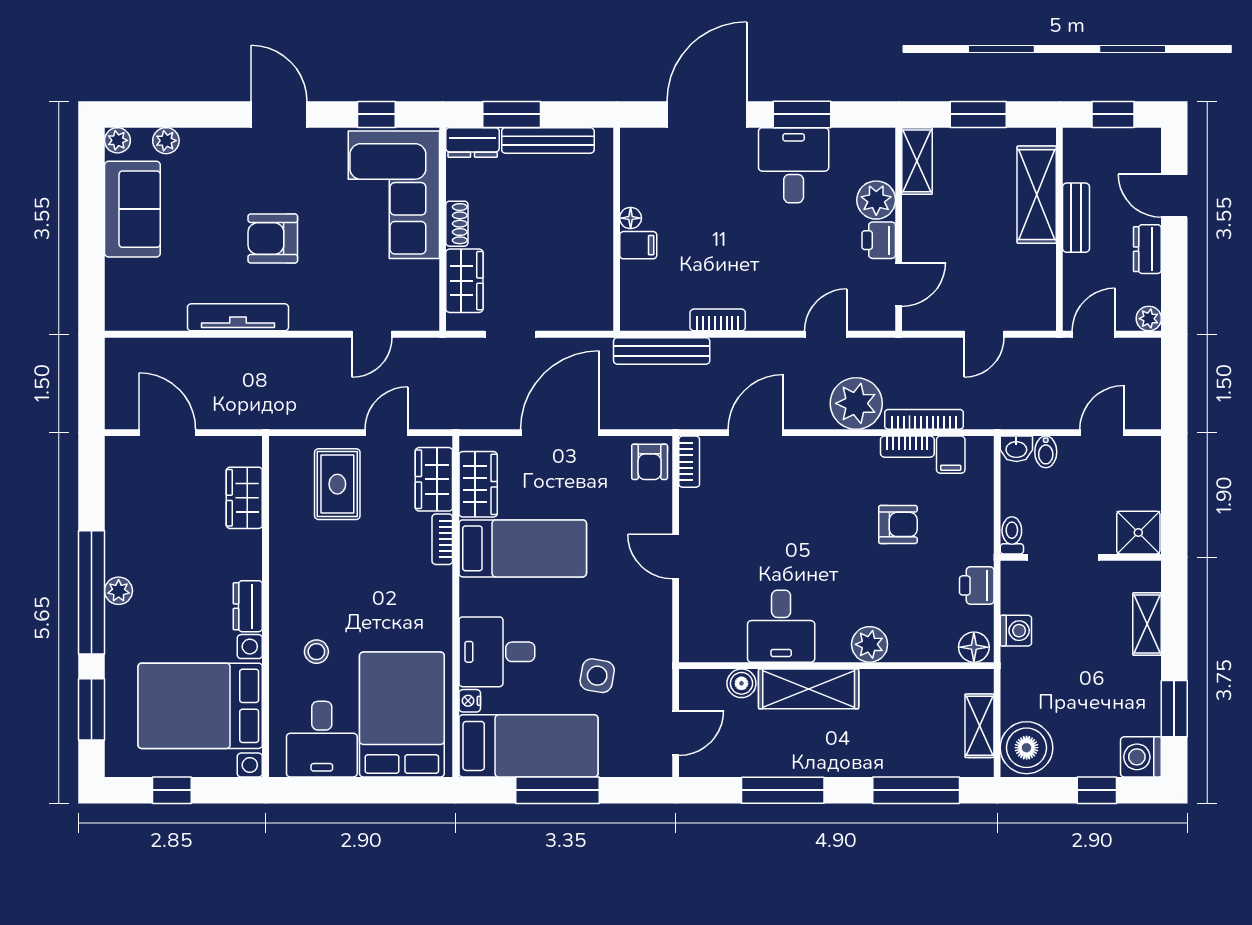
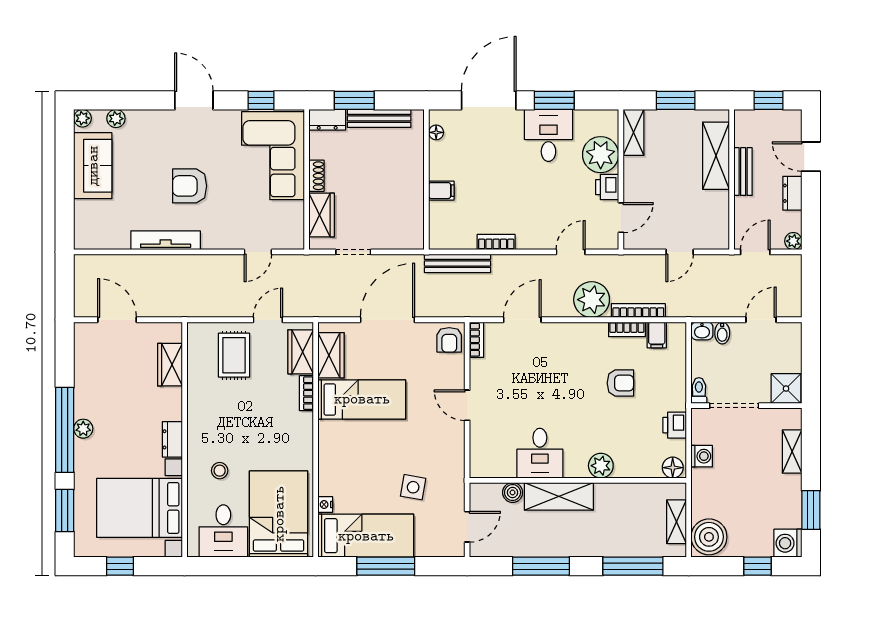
plant: (876, 200) -> (601, 155), width x1.36, depth x1.36
floor lamp: (631, 218) -> (436, 132), moved
desk: (497, 652) -> (344, 471), removed

